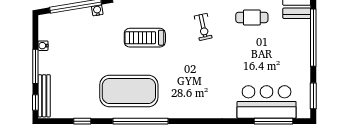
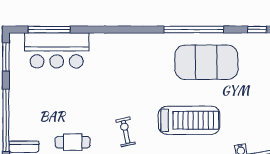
treadmill: (145, 38) -> (189, 120), width x1.37, depth x1.38

